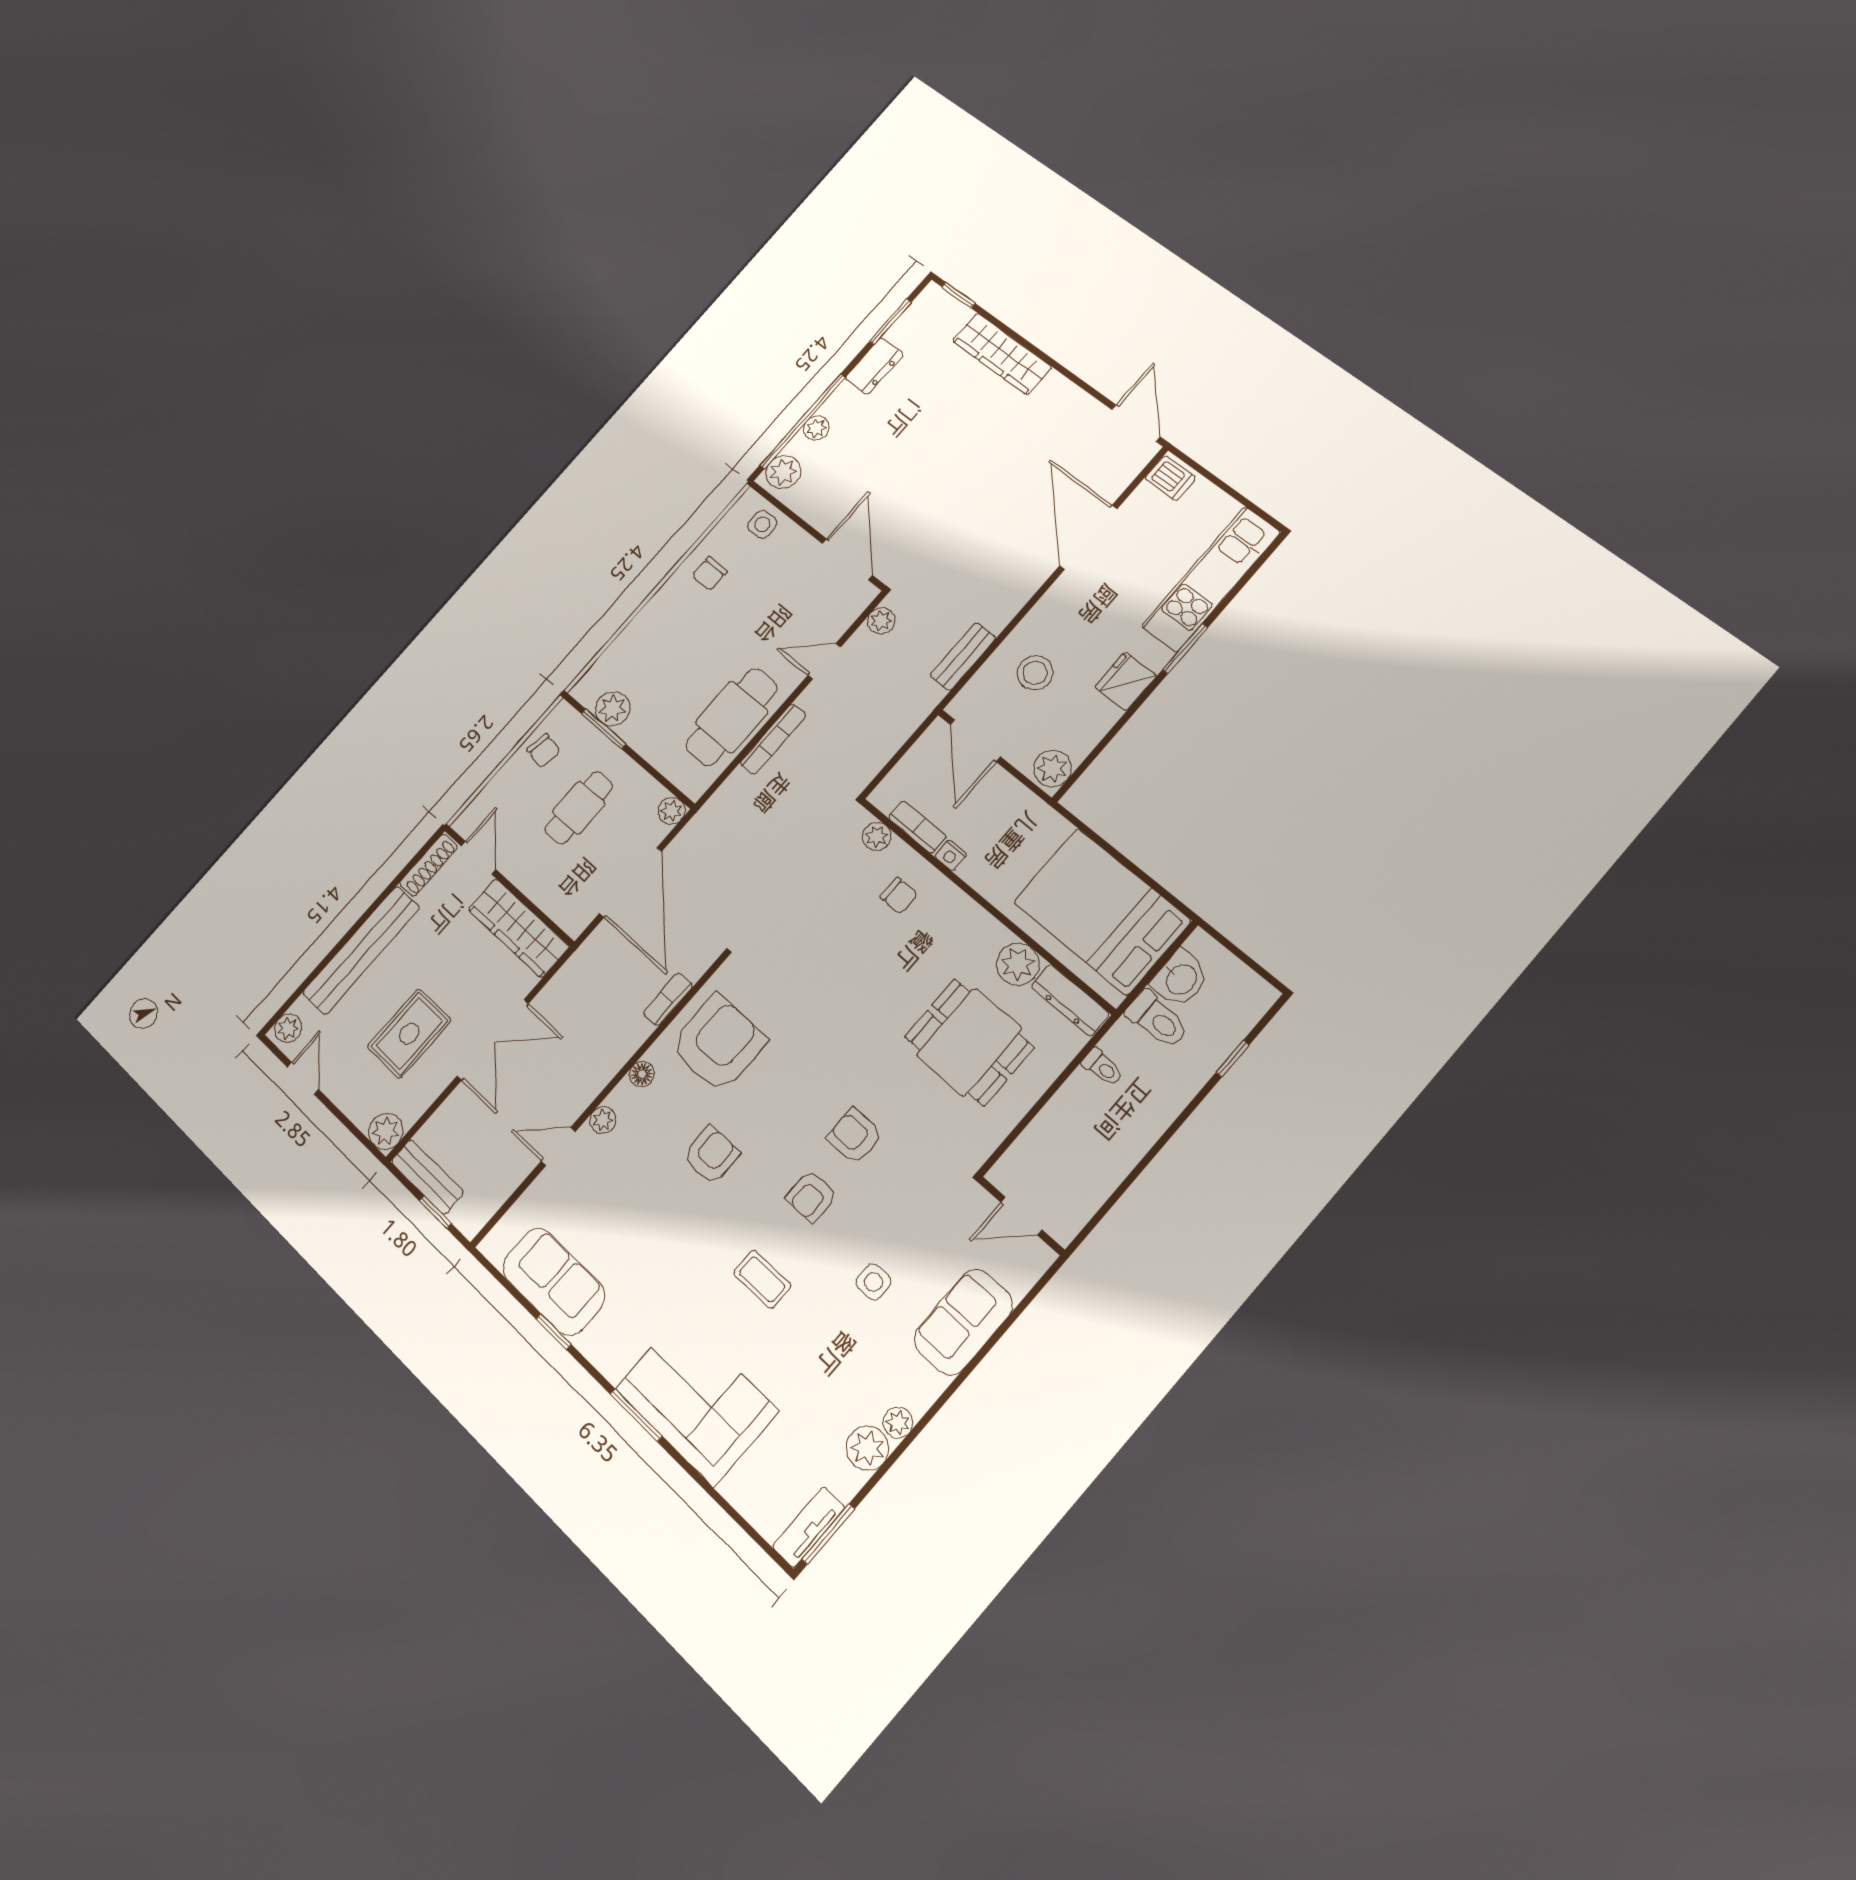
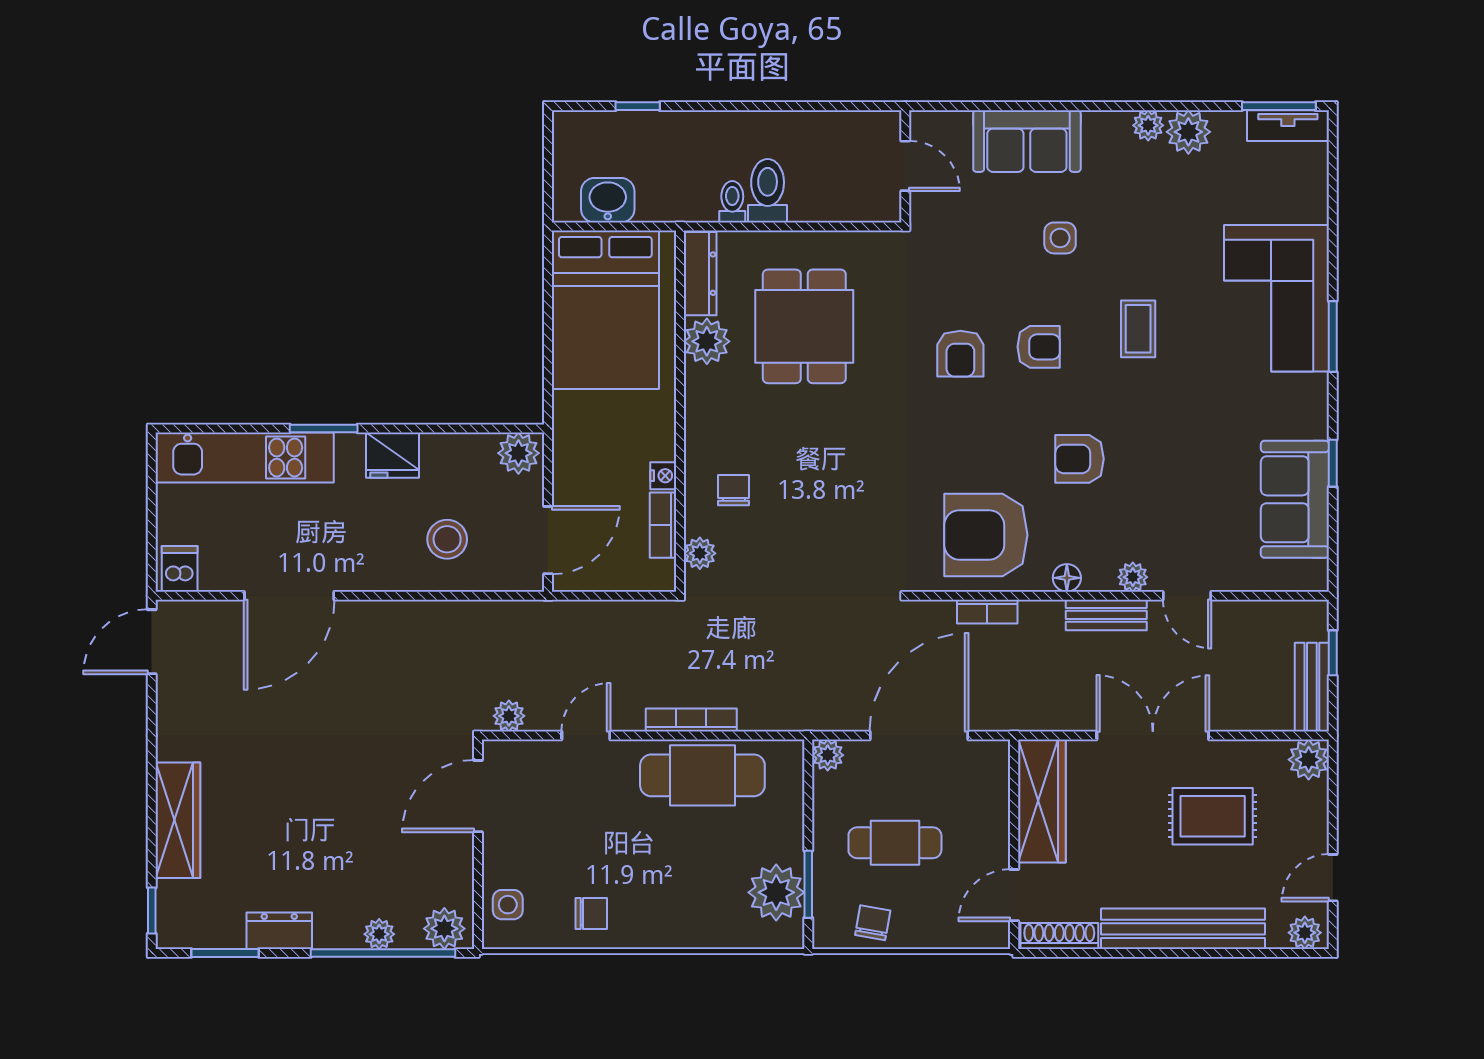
bench: (963, 657) -> (1106, 615), moved
door: (824, 661) -> (586, 736), swing flipped
plant: (613, 709) -> (776, 892), width x1.36, depth x1.36
toilet: (1157, 1020) -> (768, 191), moved

